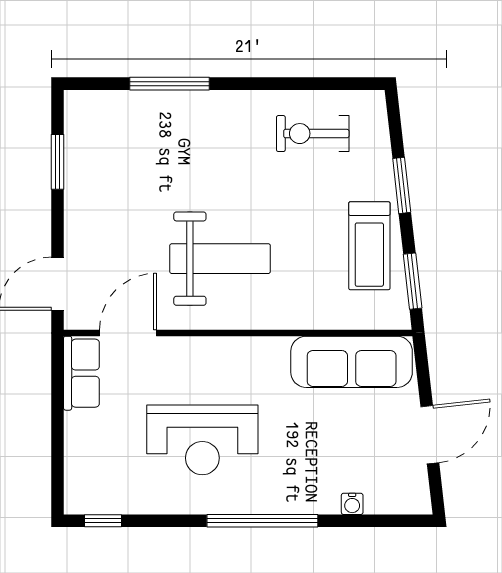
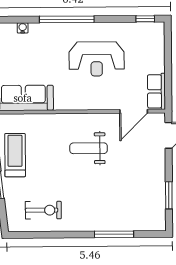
weight bench: (220, 259) -> (89, 148), width x0.73, depth x0.75
reception desk: (202, 440) -> (97, 59), turned 180

